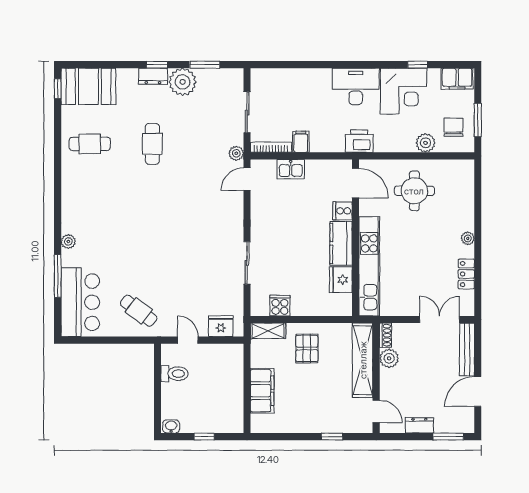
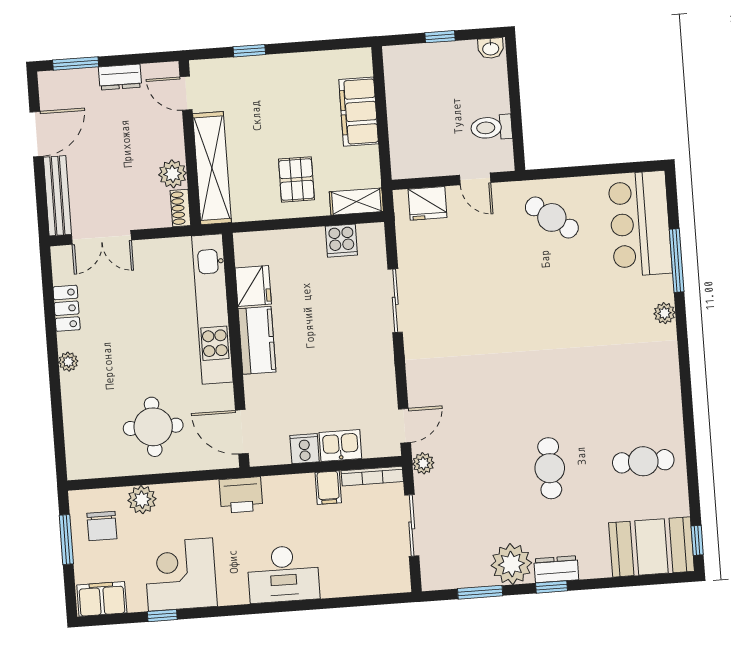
desk: (356, 86) -> (283, 574), moved
cooker: (343, 211) -> (305, 449), moved, turned -90

